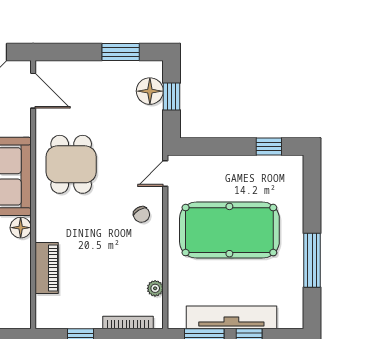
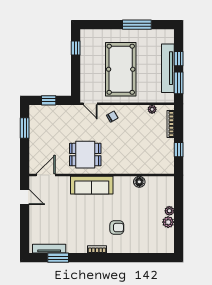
floor lamp: (150, 91) -> (46, 112), removed
floor lamp: (21, 228) -> (139, 182), moved
piano: (47, 268) -> (141, 168), removed

